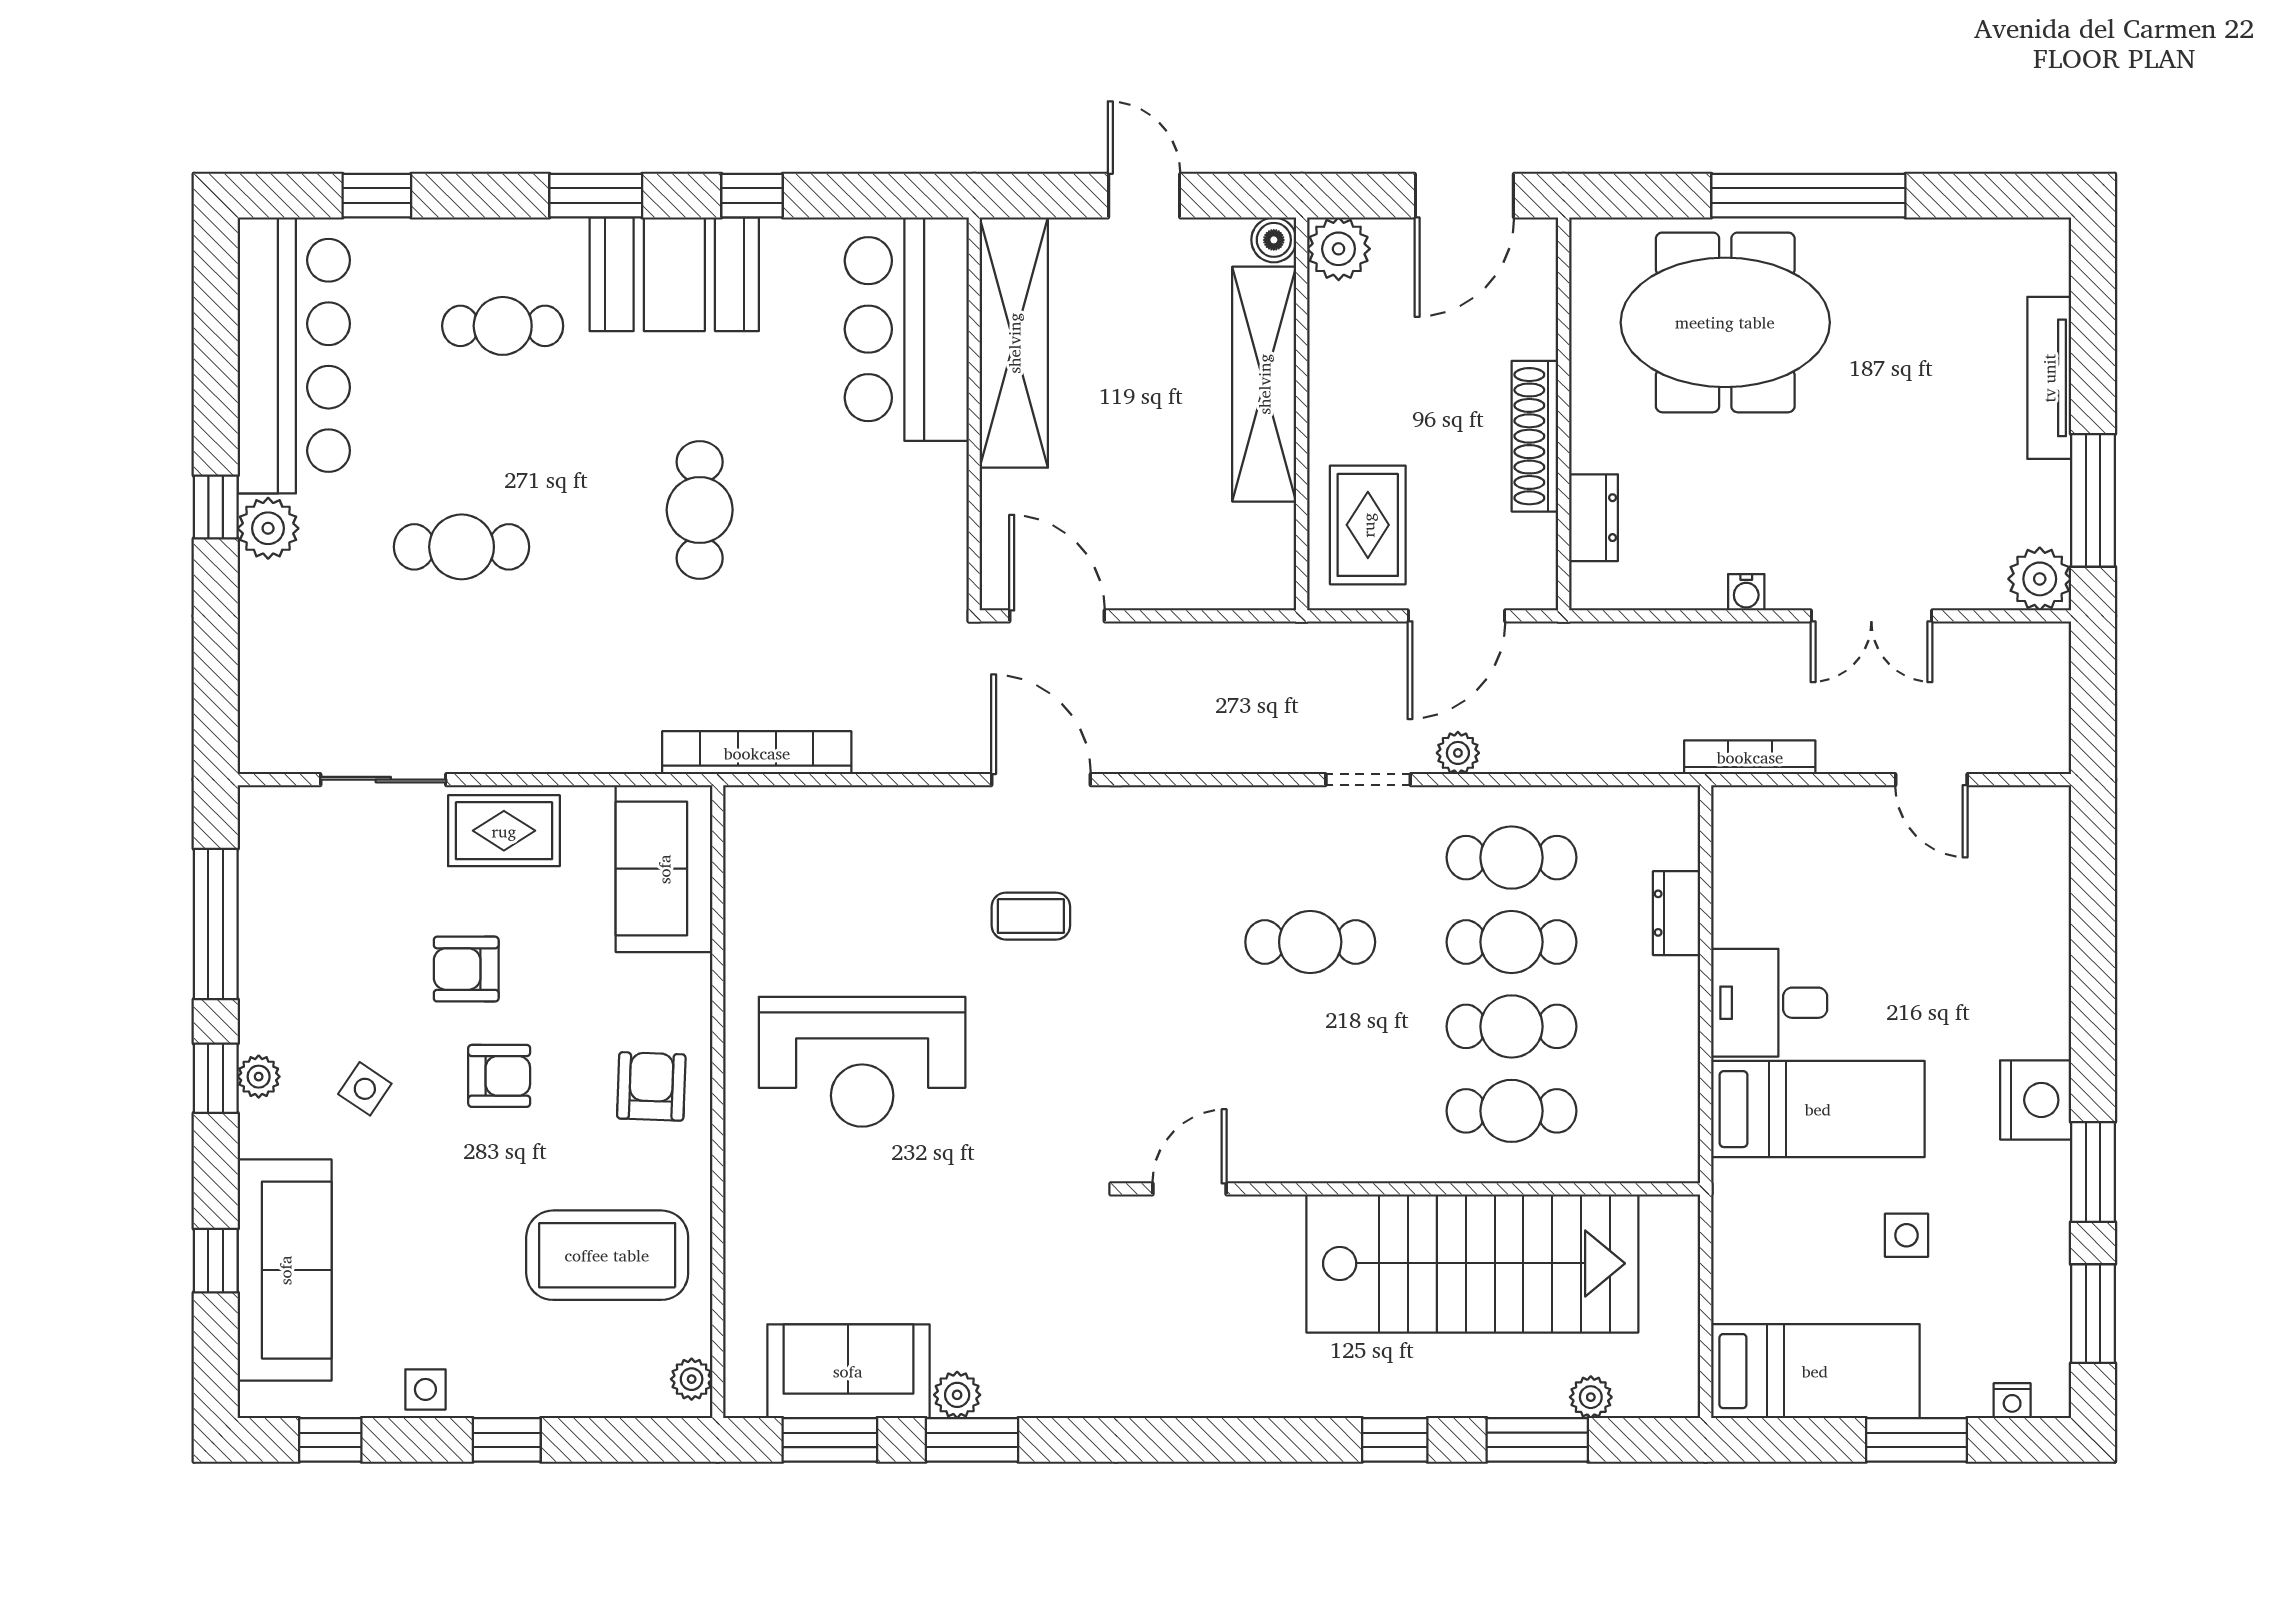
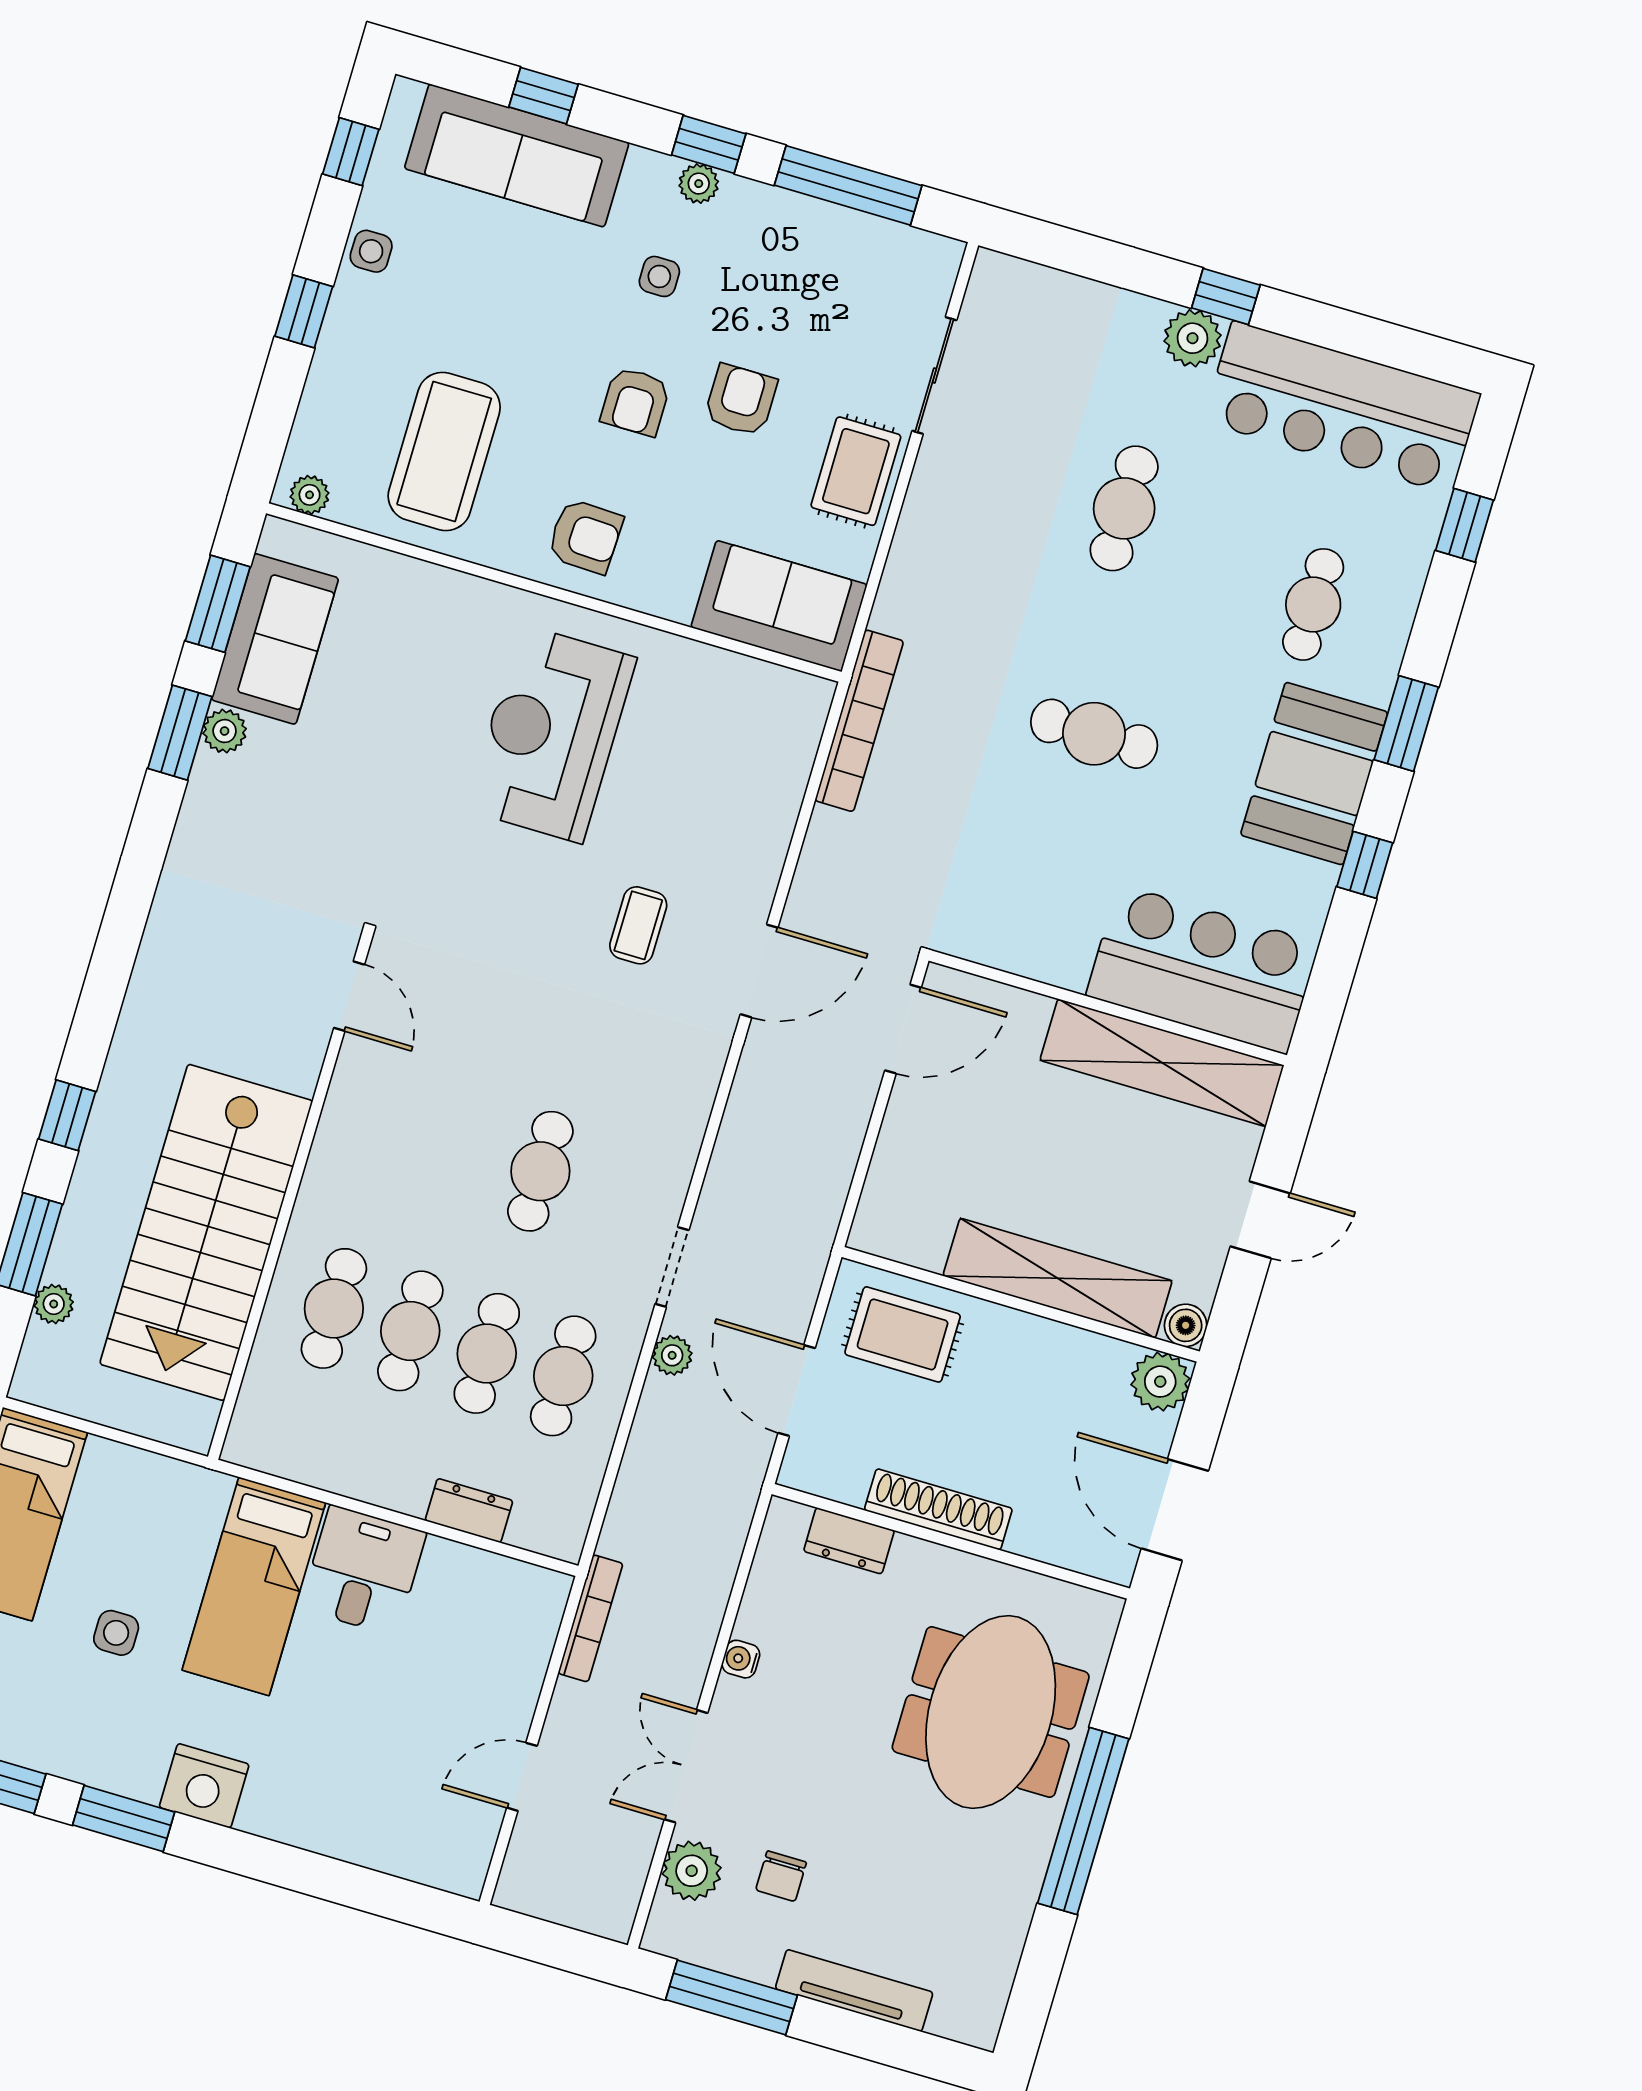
chair: (1955, 486) -> (781, 1876), added
plant: (2040, 579) -> (692, 1871), moved
side table: (365, 1089) -> (659, 276), turned -34

